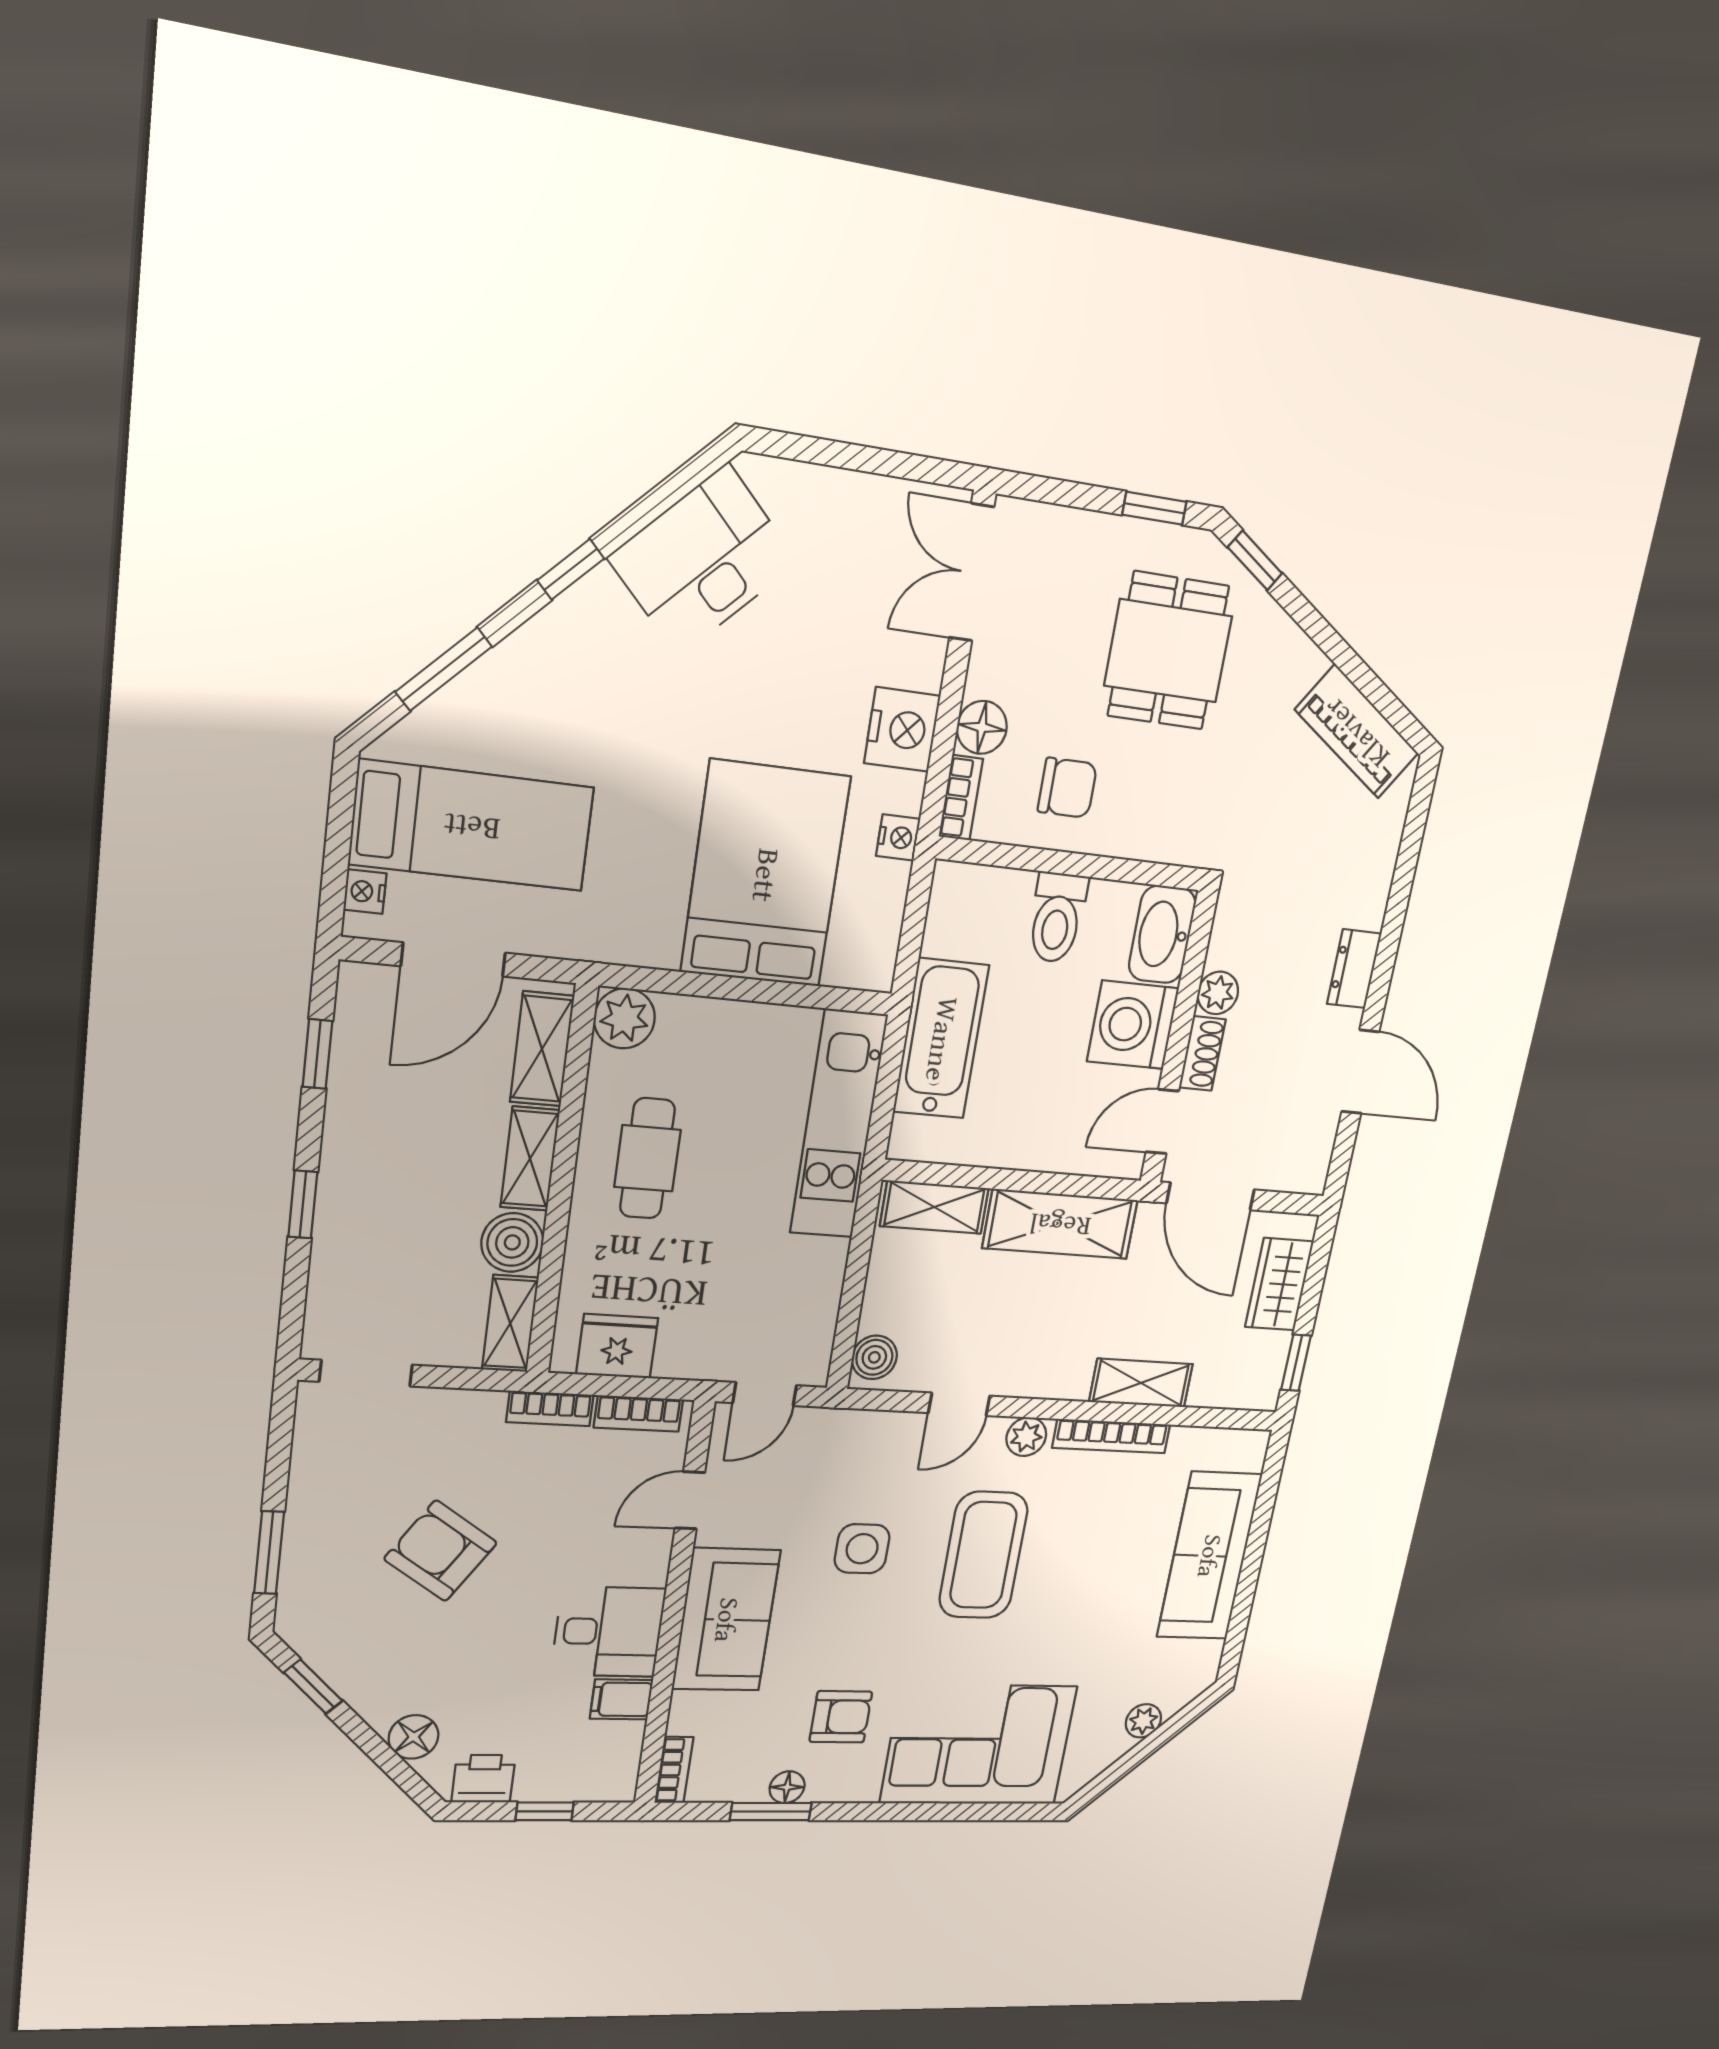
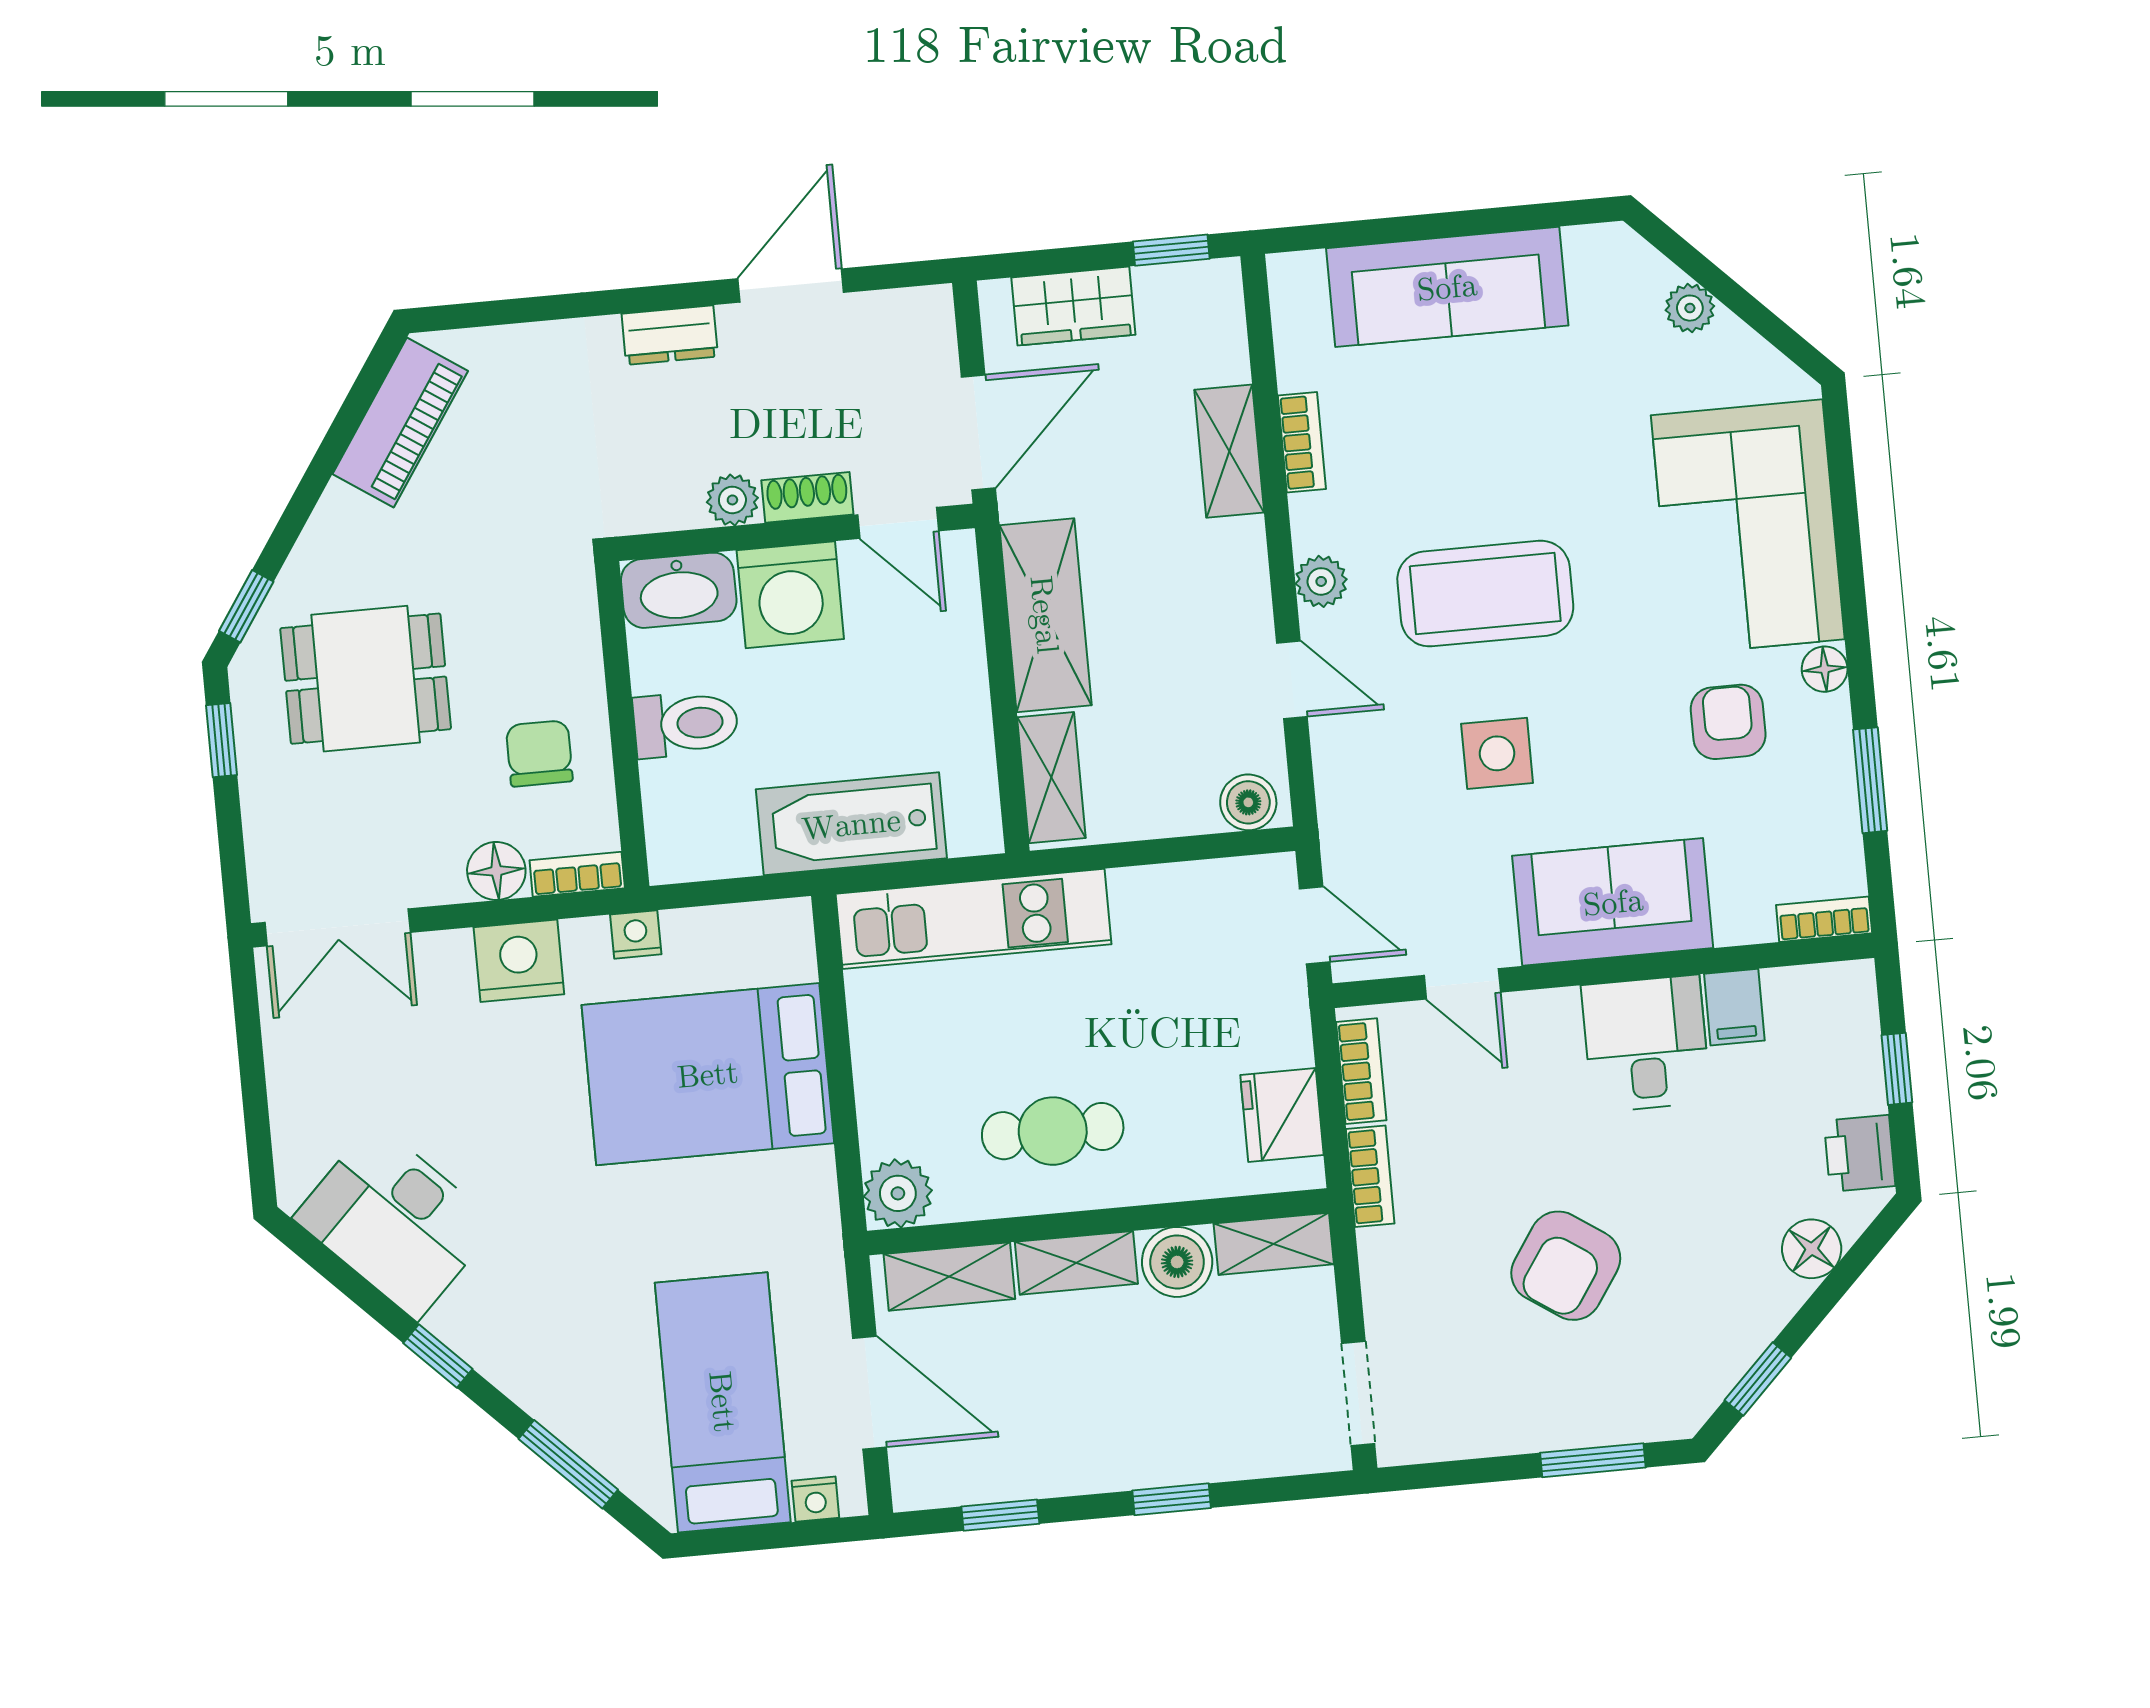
bookcase: (1111, 1436) -> (1302, 442), width x0.64
floor lamp: (787, 1787) -> (1825, 669), moved

